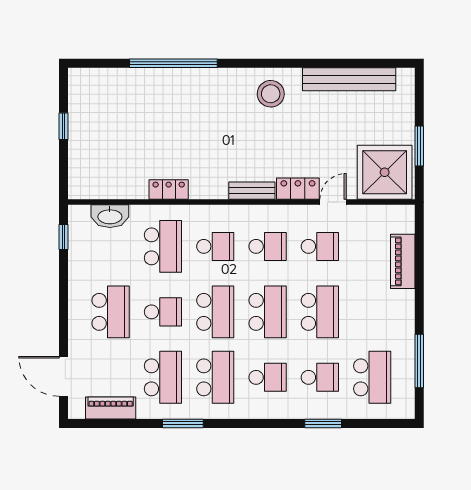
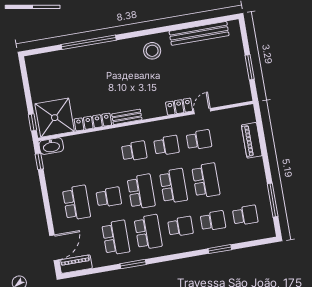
window: (63, 126) -> (33, 122), moved
shower: (385, 172) -> (55, 118), moved
locker: (169, 190) -> (93, 122), width x1.53
bench: (252, 191) -> (127, 117), moved
washbasin: (110, 216) -> (51, 146), moved
school desk: (163, 246) -> (102, 157), removed
door: (63, 376) -> (54, 248), swing flipped
school desk: (372, 377) -> (245, 215), width x0.54
piano: (111, 408) -> (76, 264), moved

